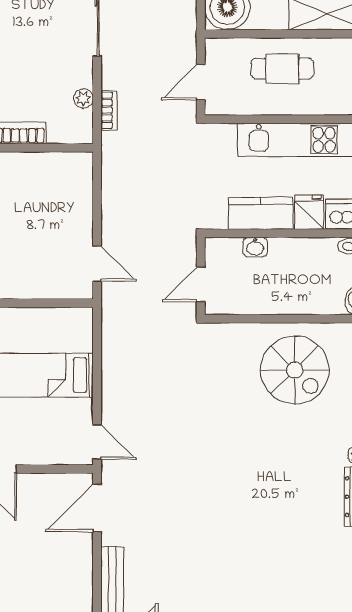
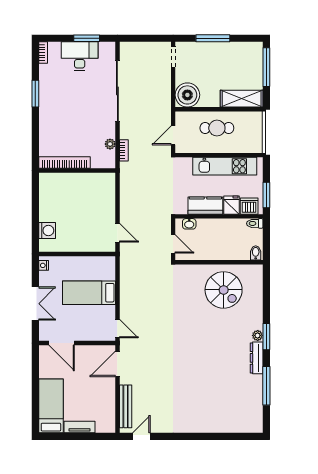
washbasin: (255, 247) -> (189, 224), moved
door: (201, 284) -> (173, 244), swing flipped

